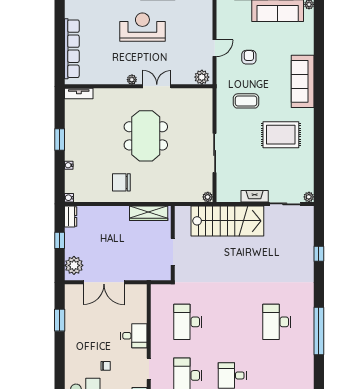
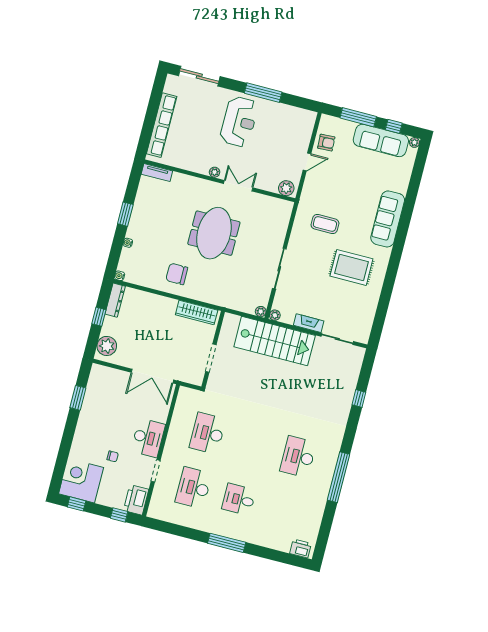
reception desk: (142, 27) -> (239, 122), turned 90
armchair: (249, 57) -> (326, 143), moved, turned 87
plant: (309, 197) -> (275, 315), moved
dresser: (71, 216) -> (115, 300), width x1.44
double door: (104, 282) -> (152, 376), moved
desk: (134, 336) -> (148, 438), width x1.37

